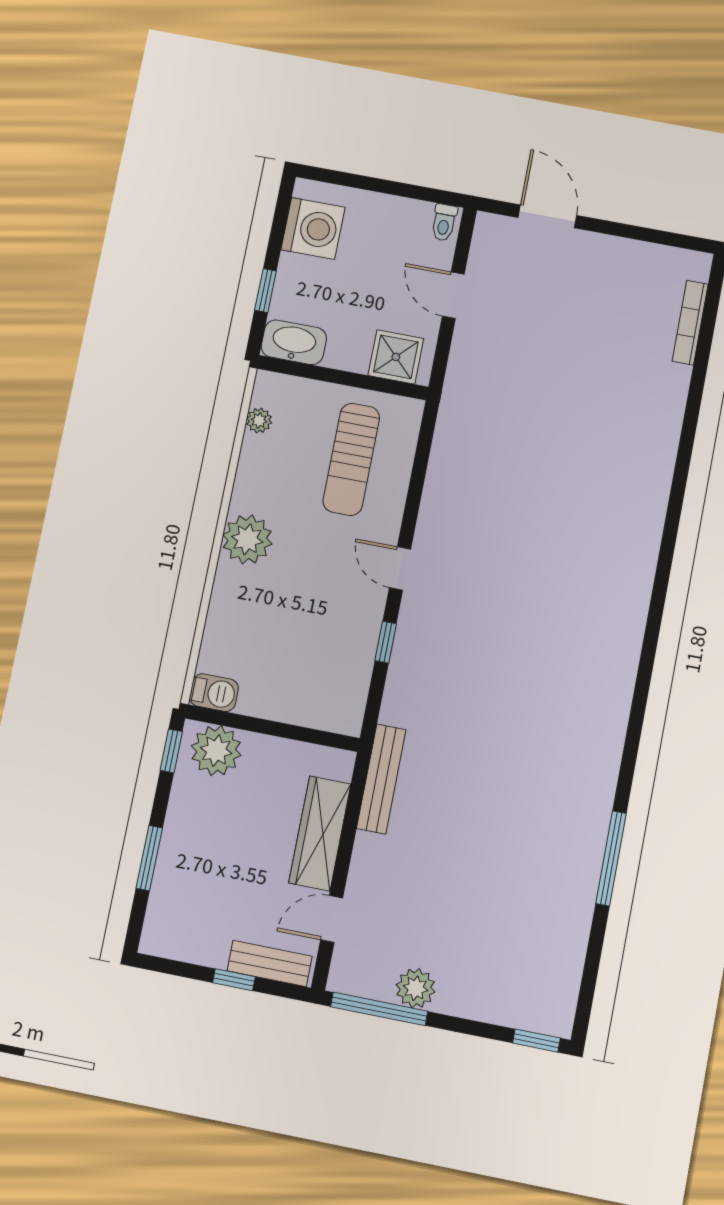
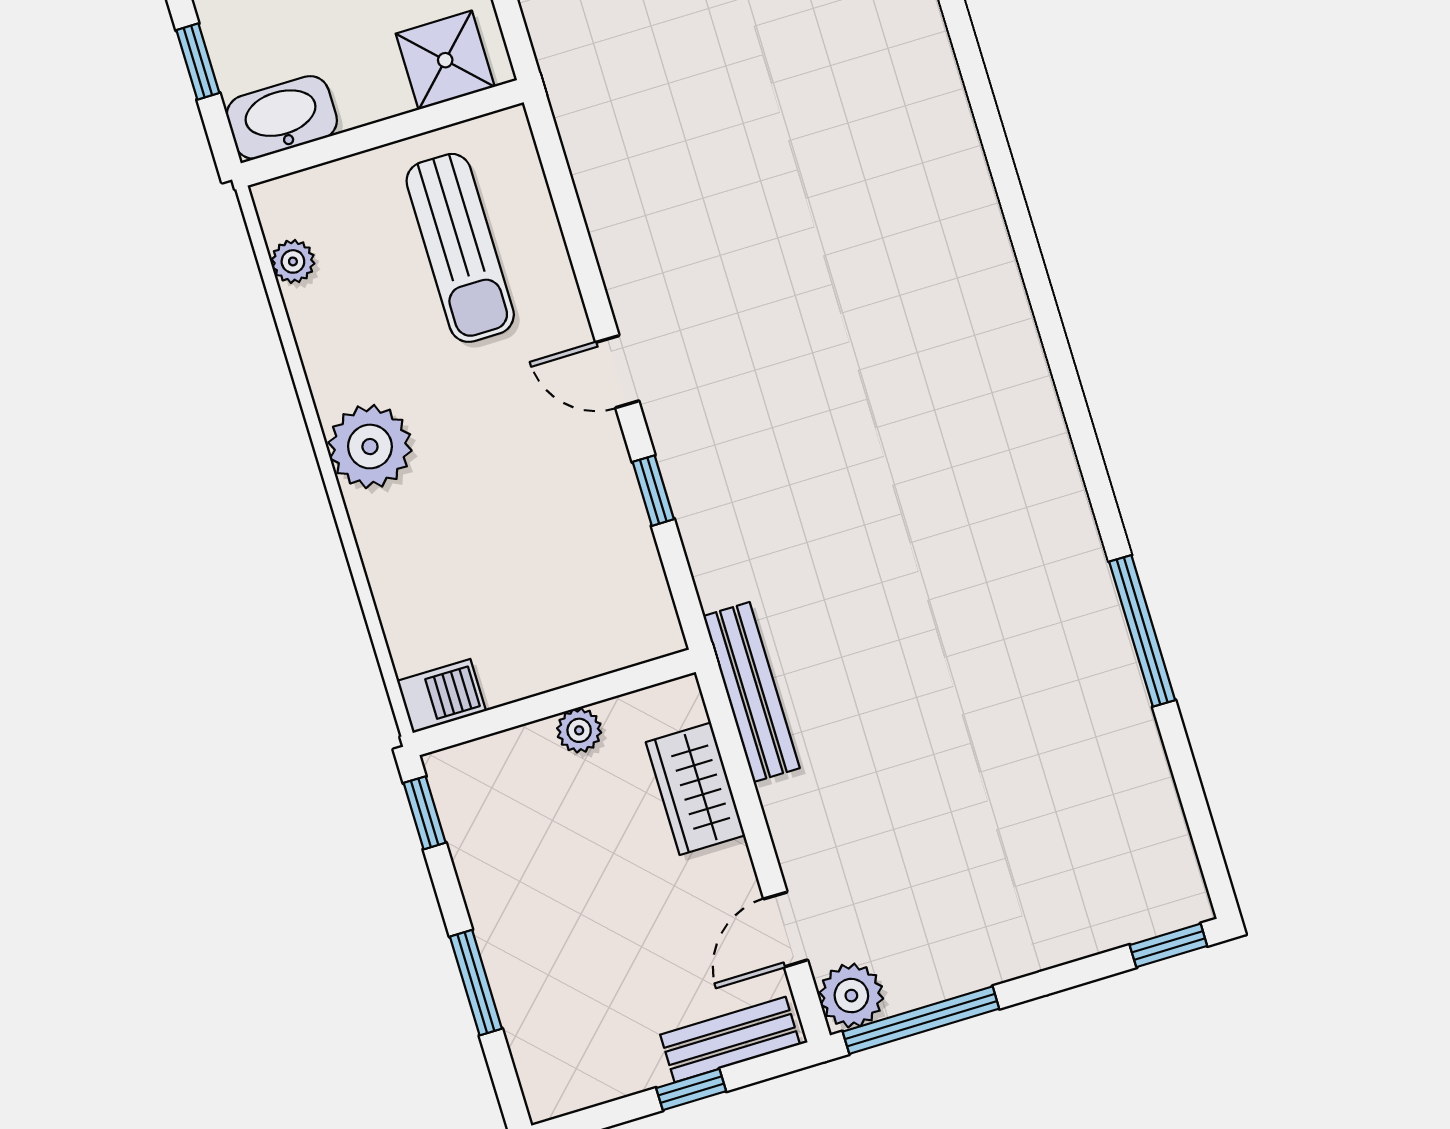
plant: (216, 751) -> (579, 730), moved, width x0.53, depth x0.53
wardrobe: (320, 833) -> (695, 789), width x0.67
plant: (416, 988) -> (851, 996), moved

